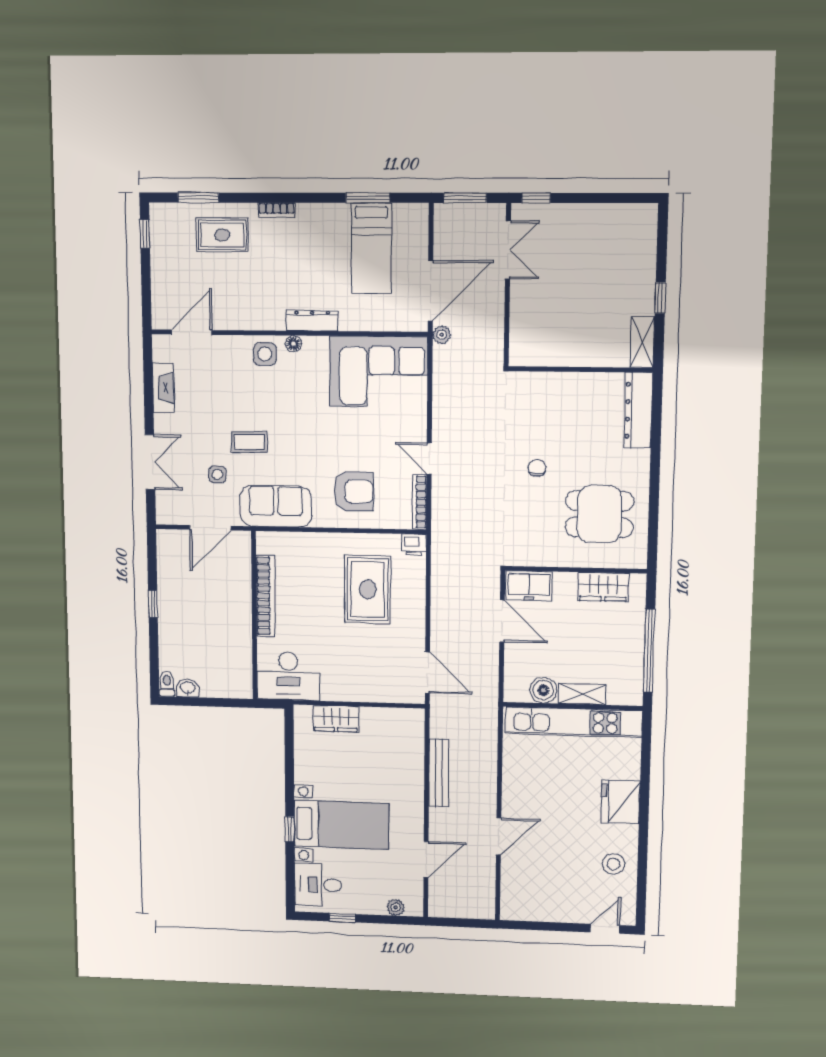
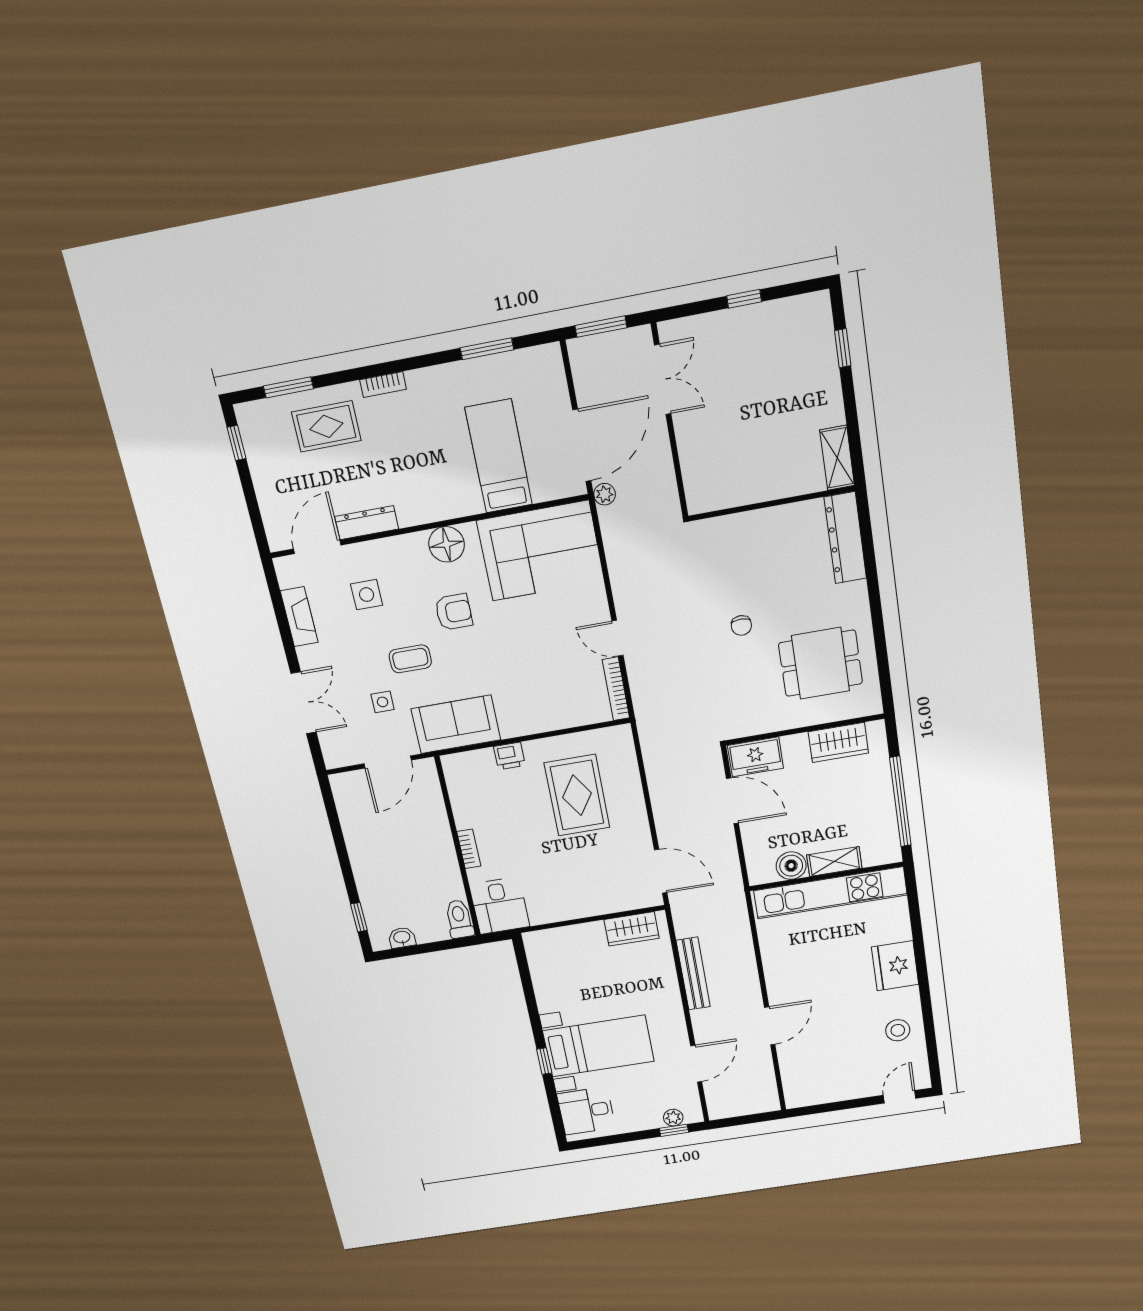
window: (536, 198) -> (744, 299), moved
bed: (371, 248) -> (499, 456), moved, turned 180
window: (660, 298) -> (843, 348), moved
dresser: (312, 321) -> (367, 523), moved
floor lamp: (294, 344) -> (447, 544), width x1.89, depth x1.89
side table: (265, 354) -> (367, 595), moved
chair: (537, 468) -> (741, 625), turned 180
armchair: (354, 491) -> (454, 612), moved, width x0.72, depth x0.72
printer: (414, 545) -> (509, 756), moved
bookcase: (266, 596) -> (469, 849), width x0.43, depth x0.76
window: (153, 604) -> (359, 917), moved
desk: (288, 676) -> (500, 906), width x0.73
toilet: (167, 684) -> (459, 919), moved, width x1.37, depth x1.39
wardrobe: (336, 719) -> (632, 929), moved
window: (342, 918) -> (674, 1130), moved

